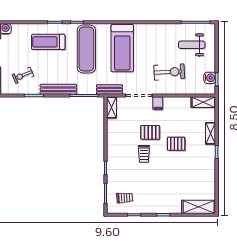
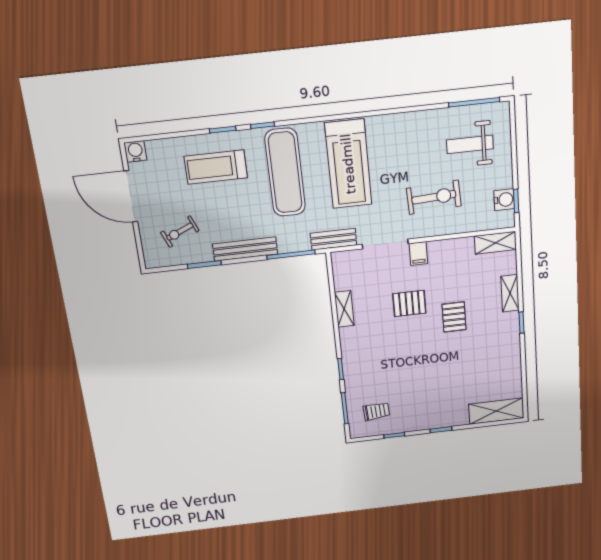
shelving: (111, 107) -> (344, 309), moved
pallet: (176, 144) -> (454, 317), turned 90
trolley: (144, 154) -> (402, 339), removed

